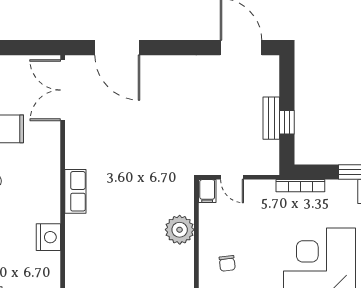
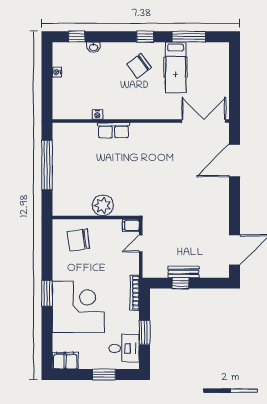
row of seats: (75, 191) -> (114, 130), moved
nightstand: (48, 237) -> (97, 114), width x0.53, depth x0.56
chair: (227, 263) -> (79, 240), width x1.87, depth x1.87

